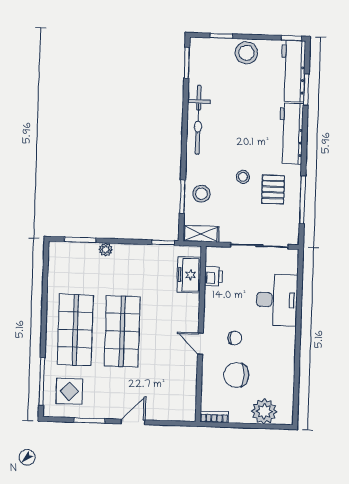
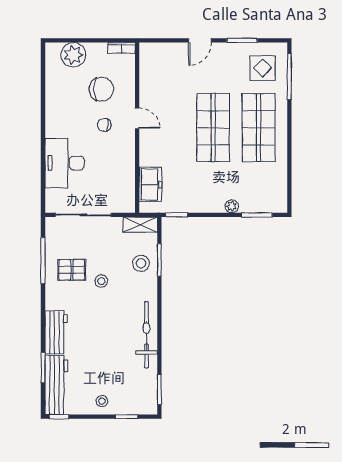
stool: (246, 53) -> (102, 401), width x0.53, depth x0.53
workbench: (291, 134) -> (56, 332), width x0.73
pallet: (273, 189) -> (72, 270), turned 90
printer: (214, 276) -> (127, 184), removed

